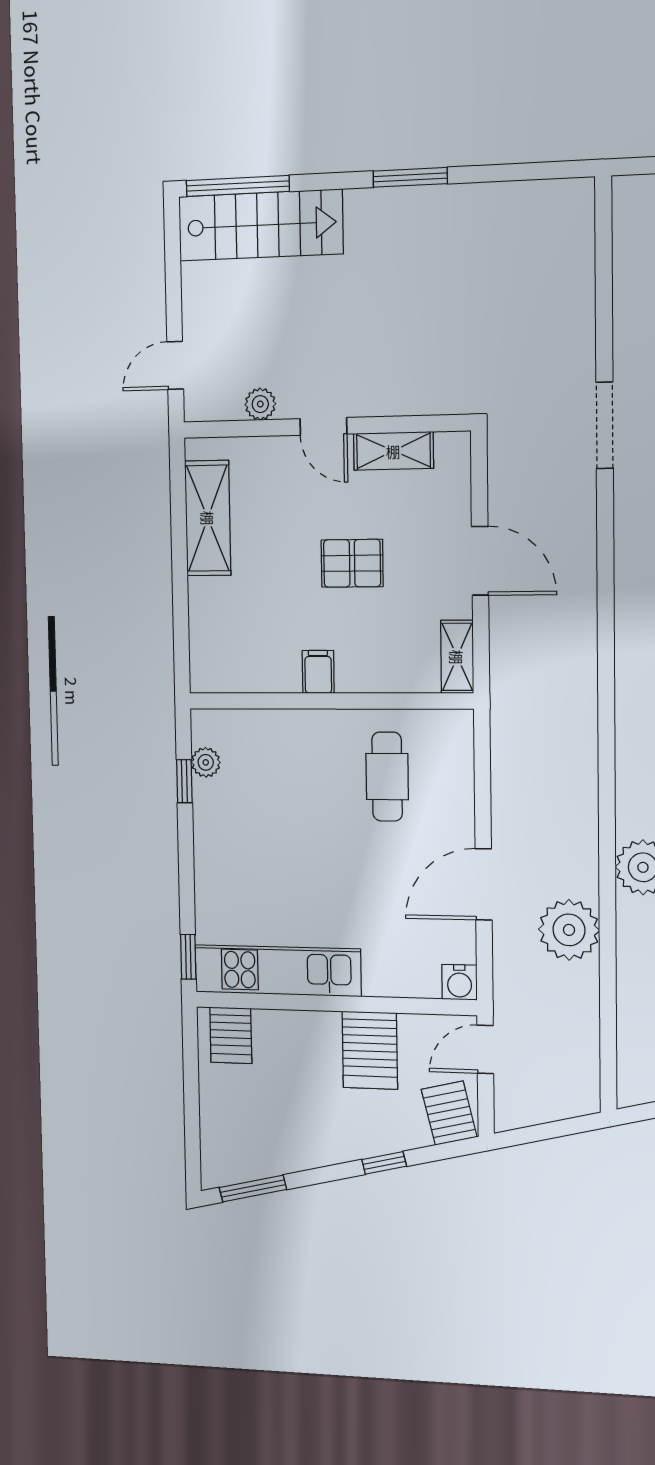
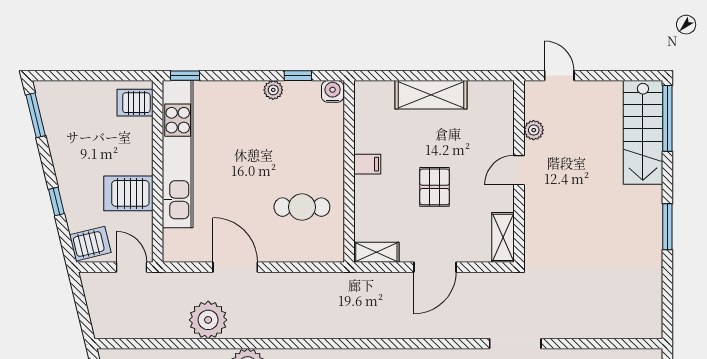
shelving: (393, 451) -> (503, 237), moved
shelving: (208, 518) -> (431, 95), moved
plant: (206, 762) -> (273, 90), moved
kitchen unit: (278, 971) -> (178, 154), width x1.36
water cooler: (459, 982) -> (333, 91), moved, turned 90

